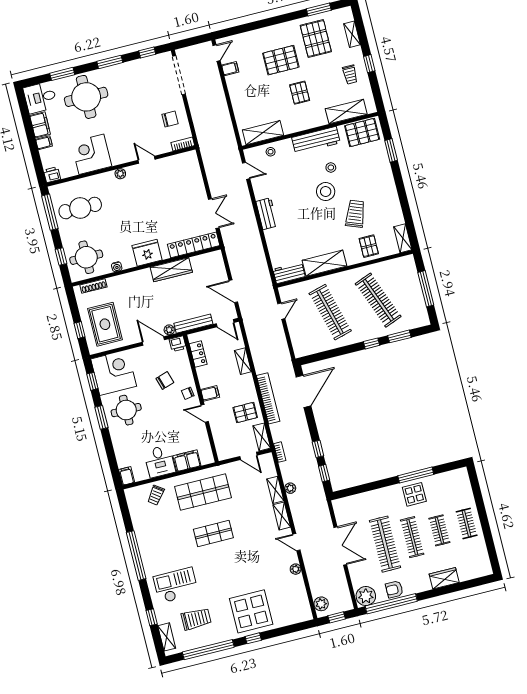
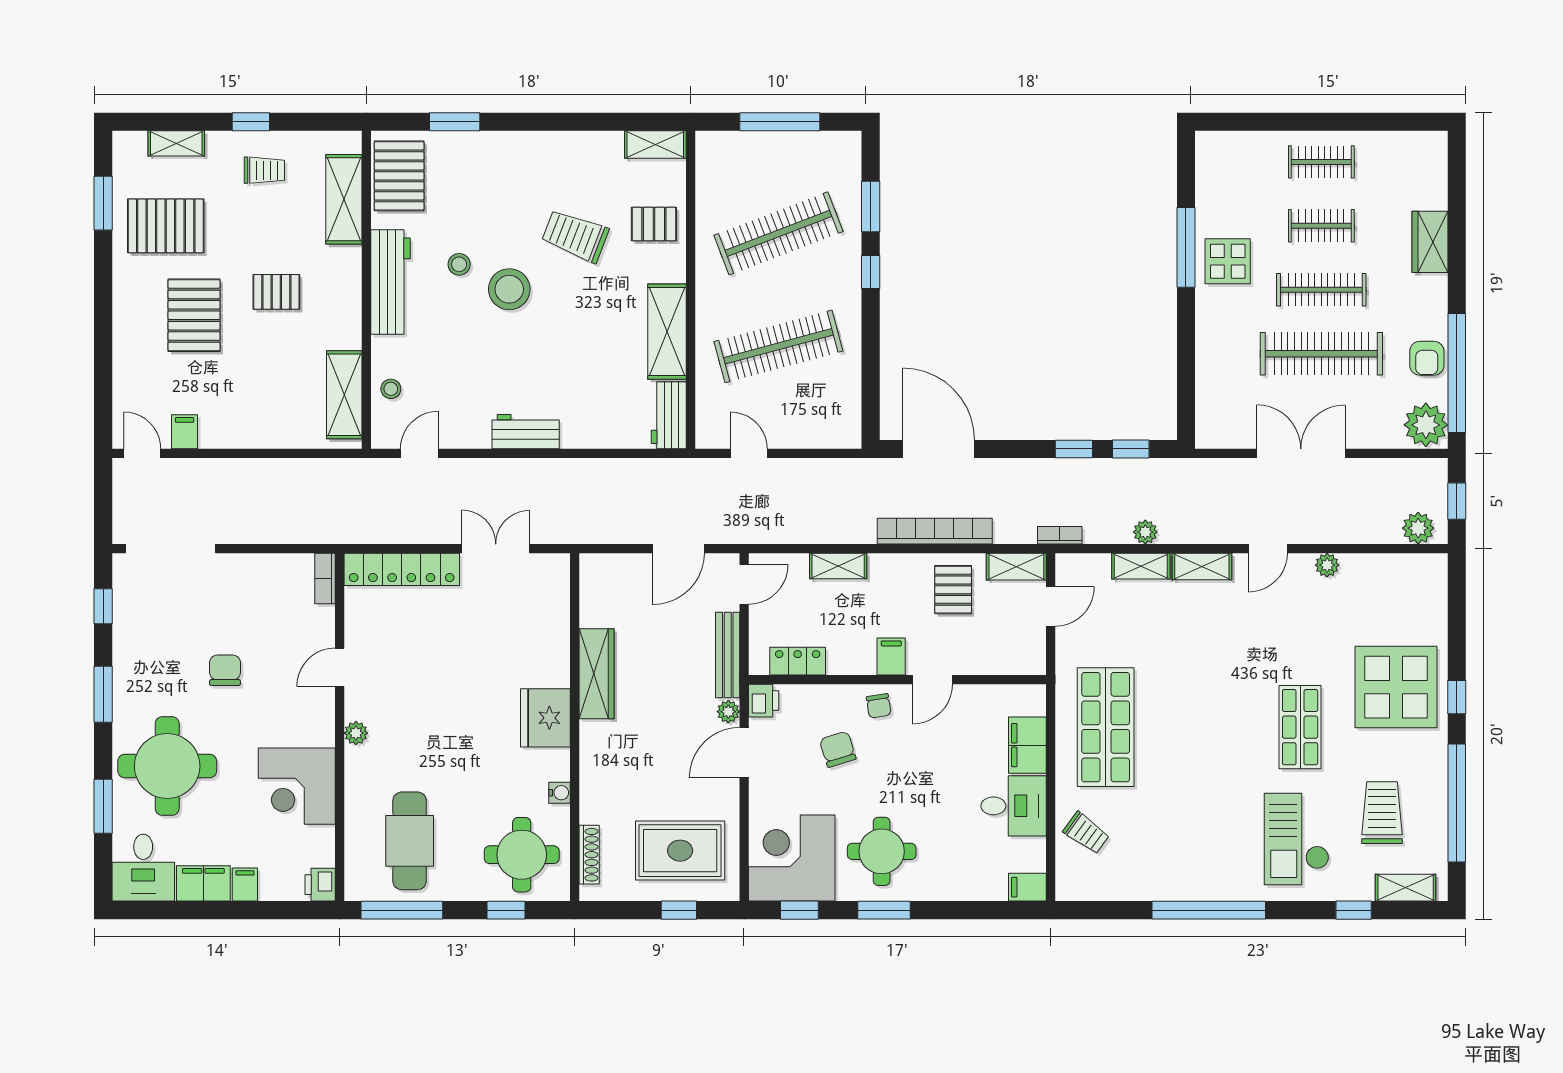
chair: (170, 119) -> (225, 670), moved
locker: (194, 245) -> (402, 569), moved, turned -90
shop shelf: (213, 533) -> (1300, 727), moved

